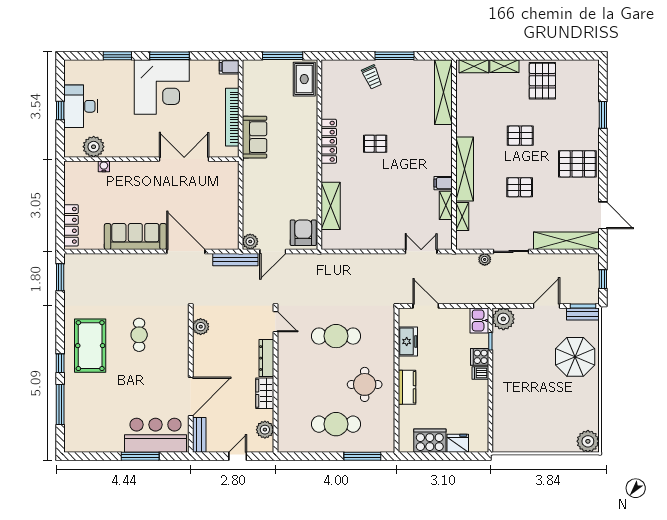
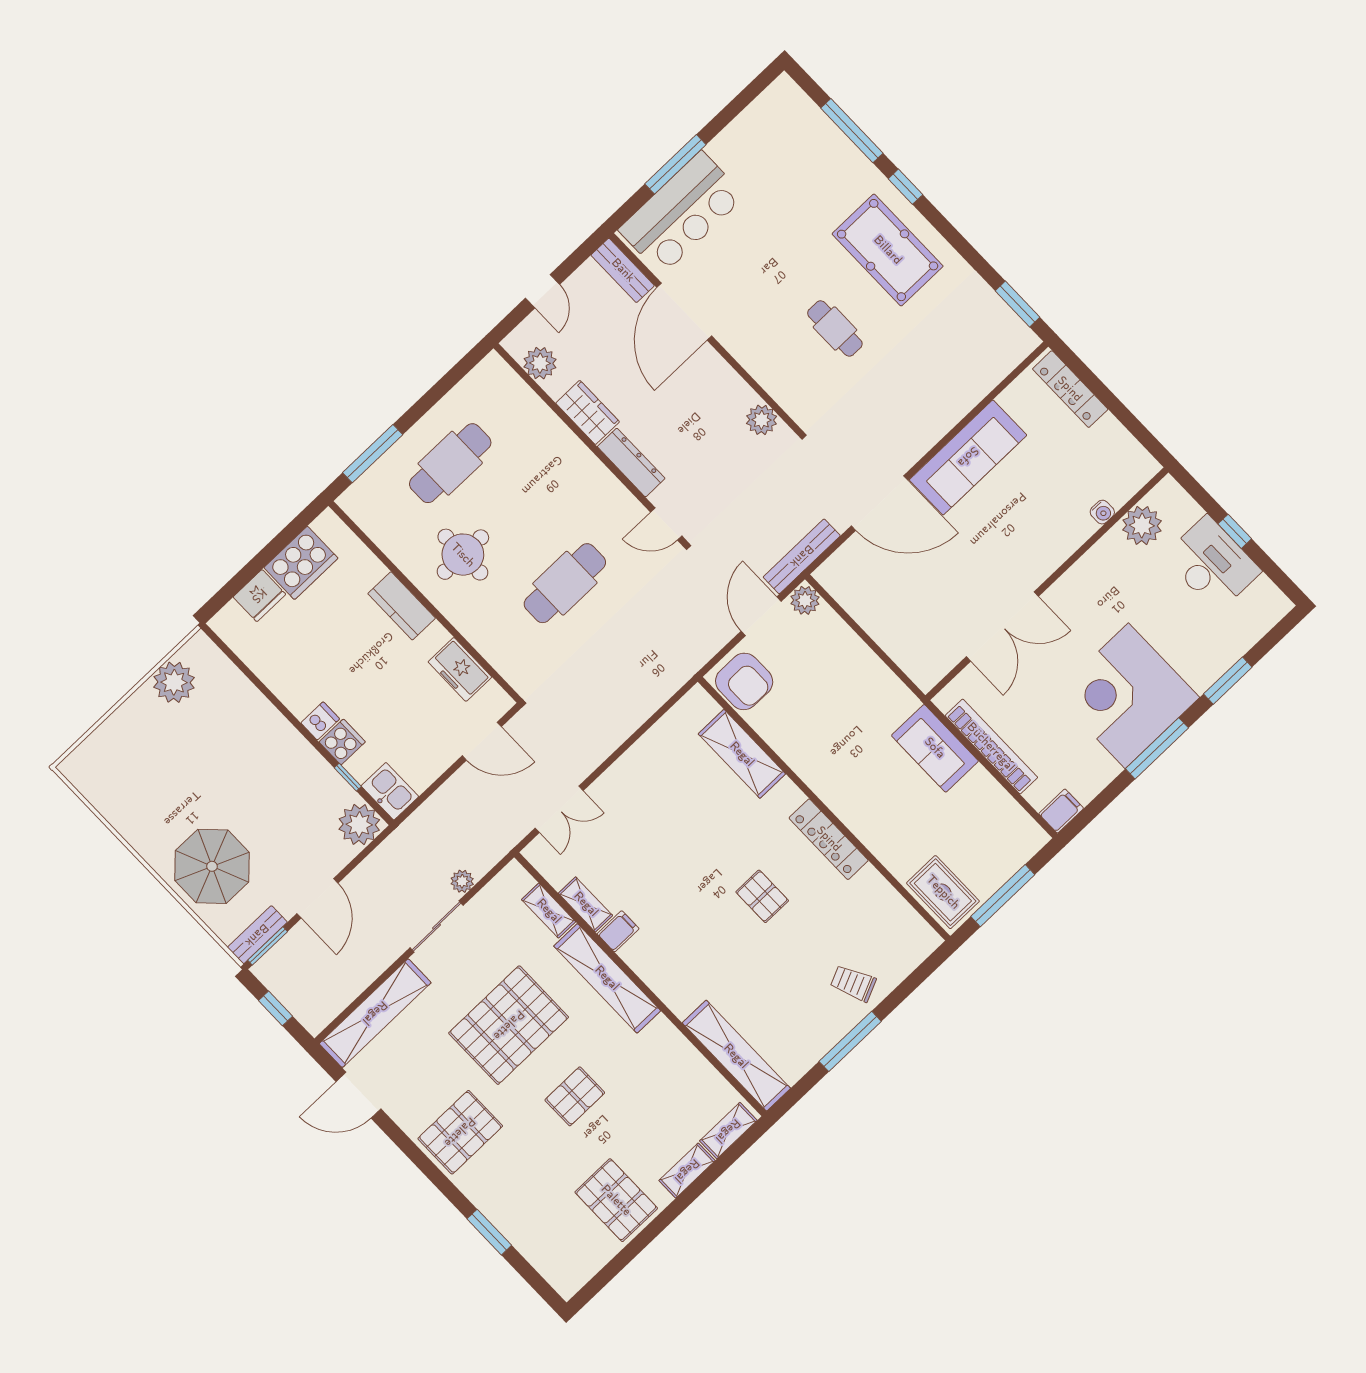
pallet: (375, 144) -> (762, 896), turned 90
pallet: (520, 187) -> (509, 1025), width x2.05, depth x2.00
plant: (588, 441) -> (174, 682), moved

